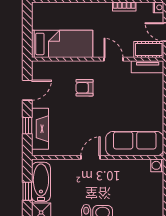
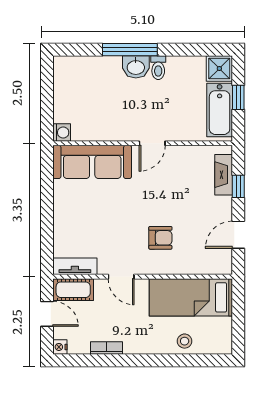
stool: (67, 12) -> (185, 341), added
fireplace: (40, 129) -> (224, 175), width x0.73, depth x0.76

